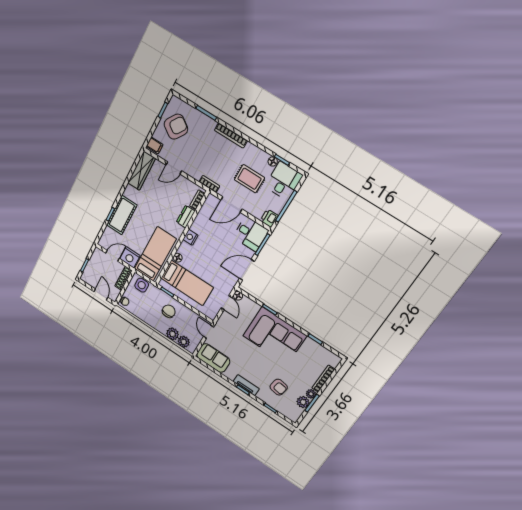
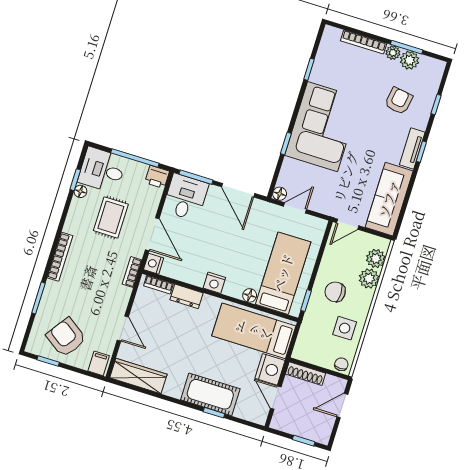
nightstand: (212, 200) -> (154, 264), added
side table: (142, 285) -> (345, 328), moved
sofa: (213, 358) -> (389, 199), width x1.36

